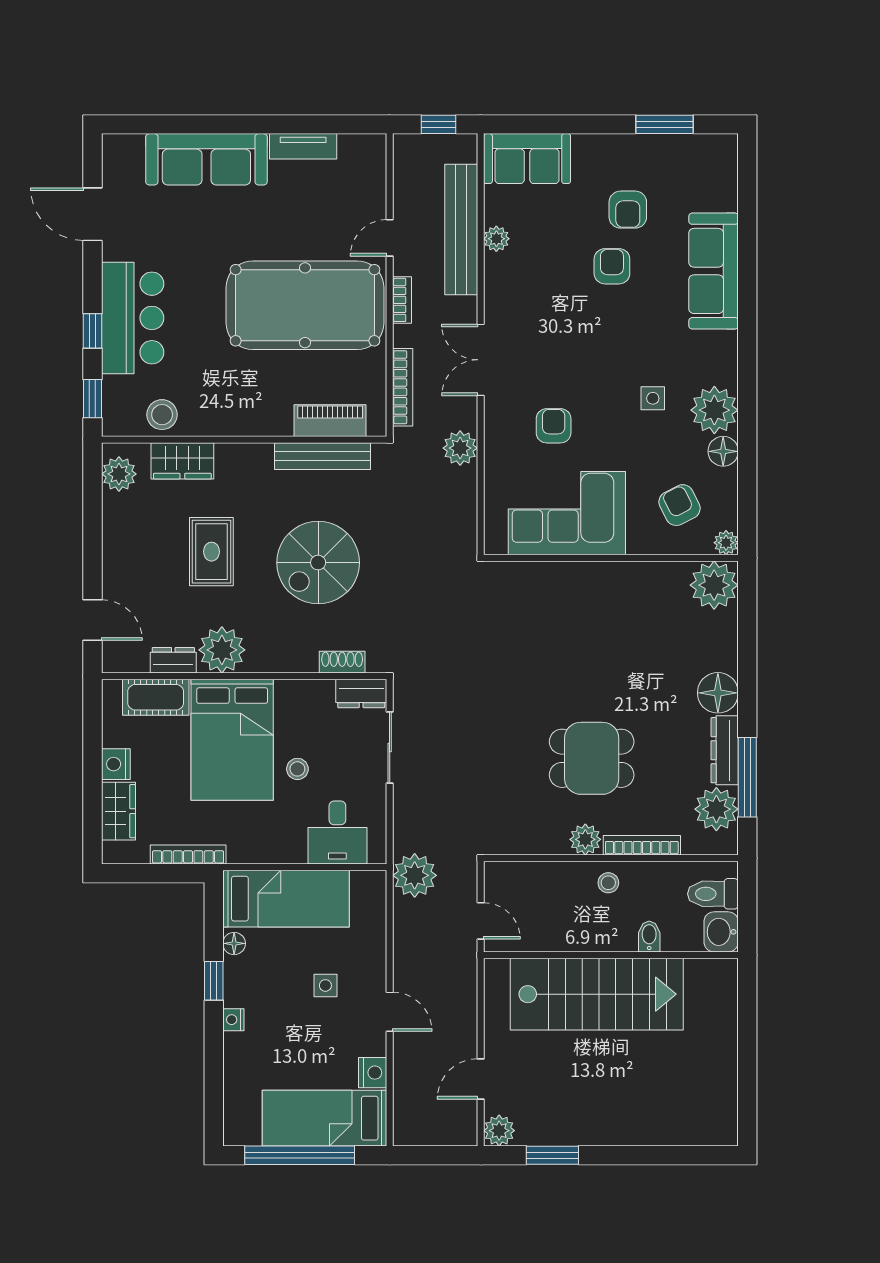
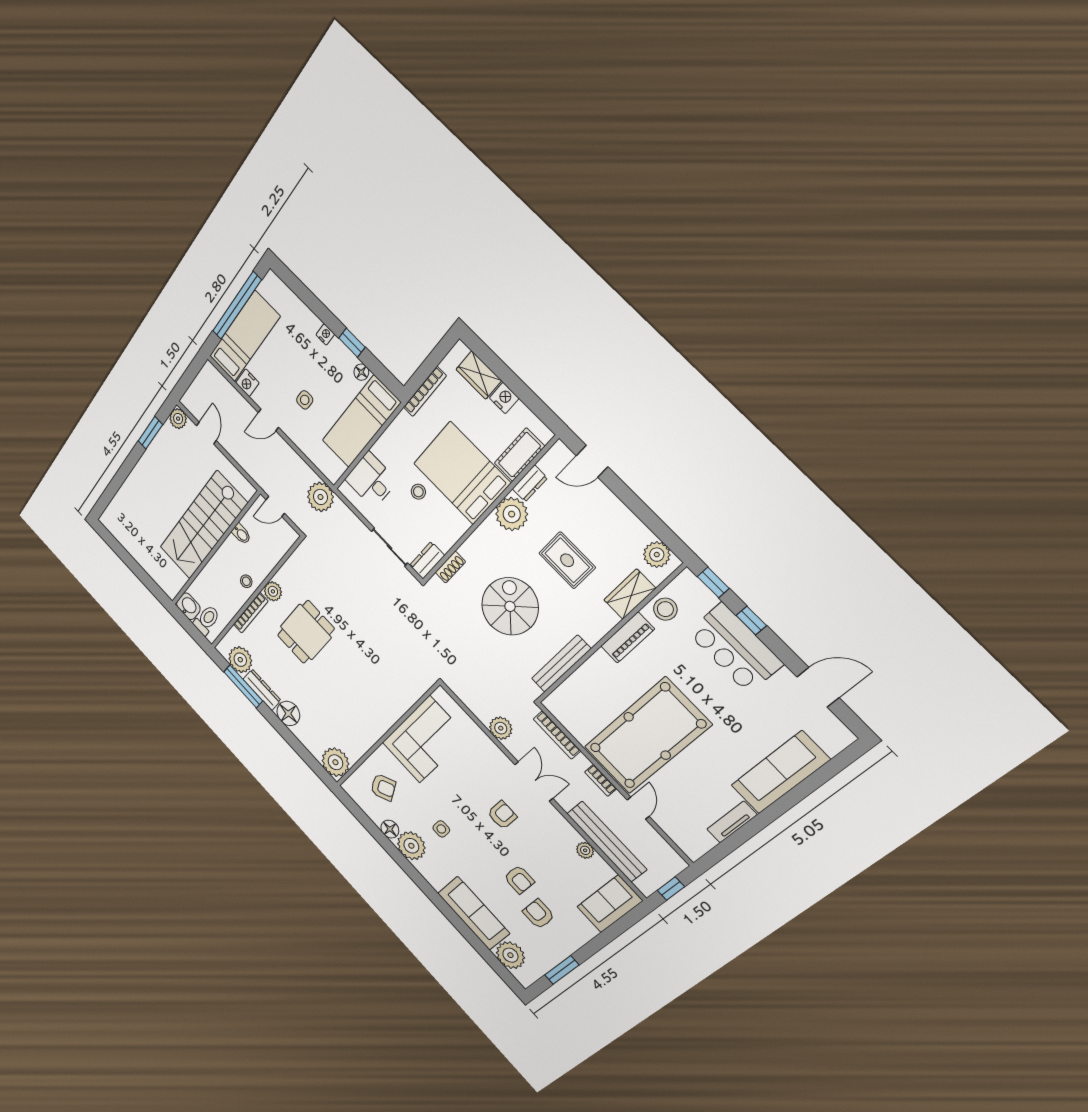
piano: (330, 421) -> (628, 638), moved
armchair: (554, 426) -> (502, 815), moved, turned -90
plant: (726, 543) -> (510, 955), moved, width x1.88, depth x1.88
bidet: (649, 936) -> (241, 534), moved

